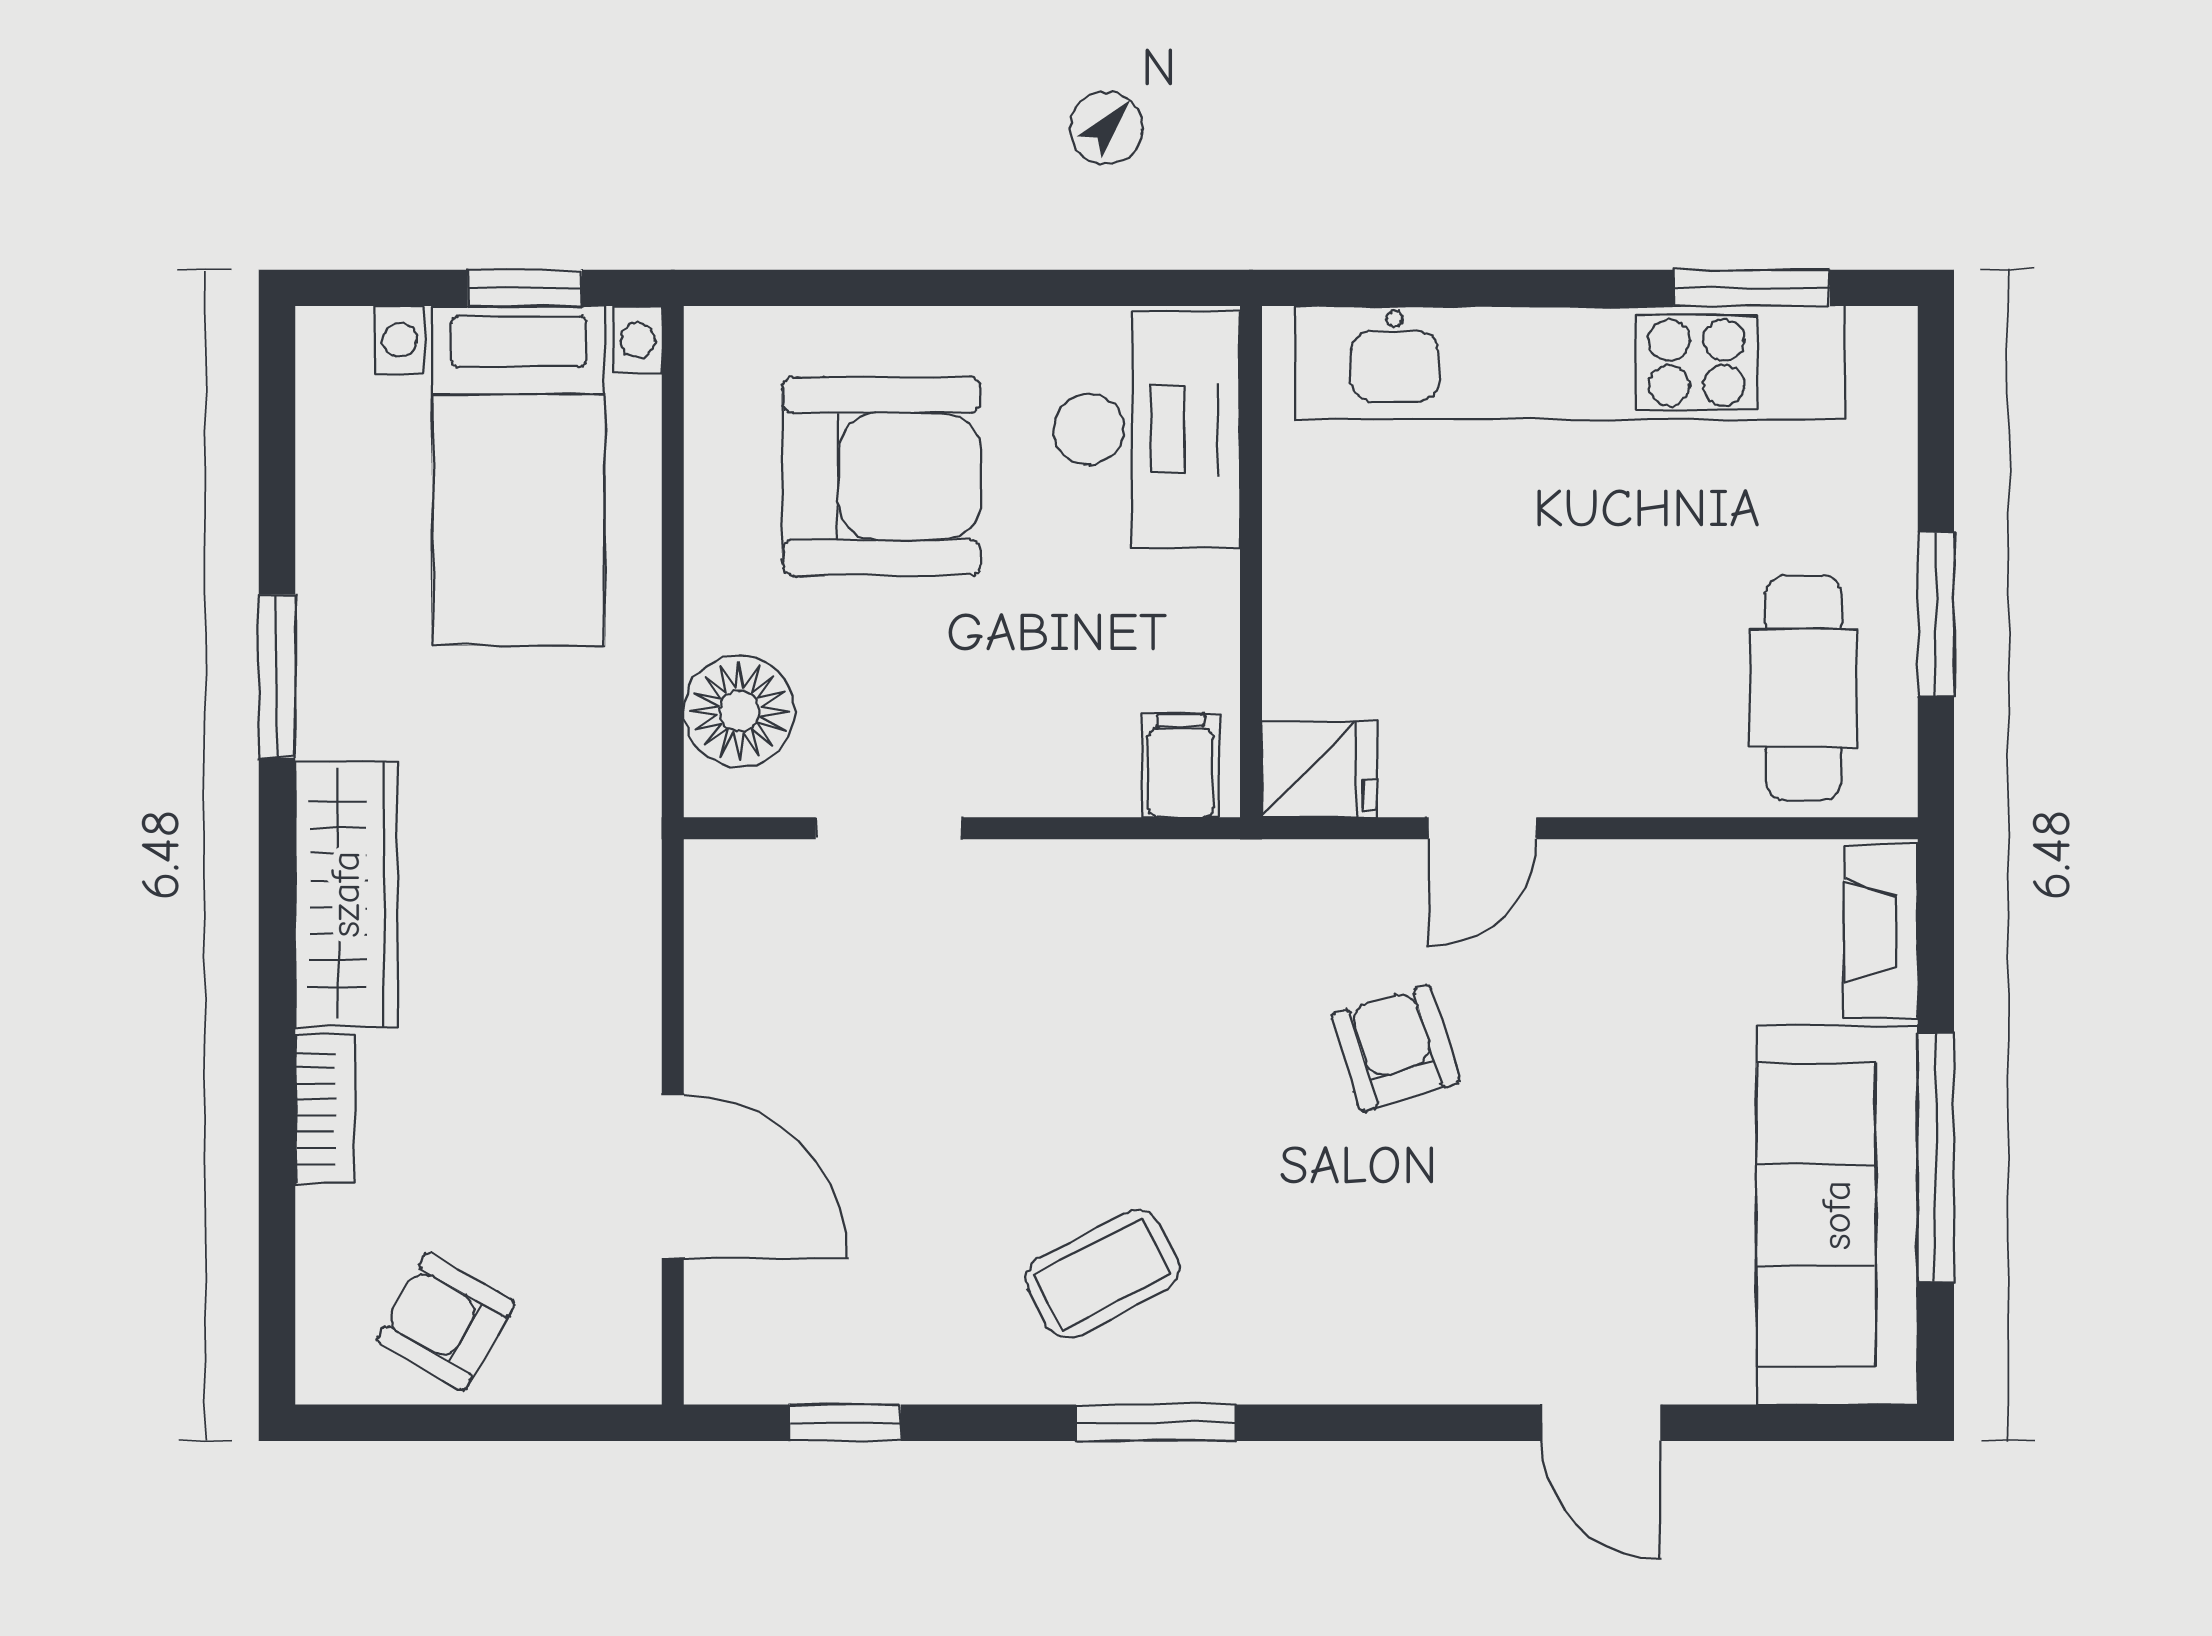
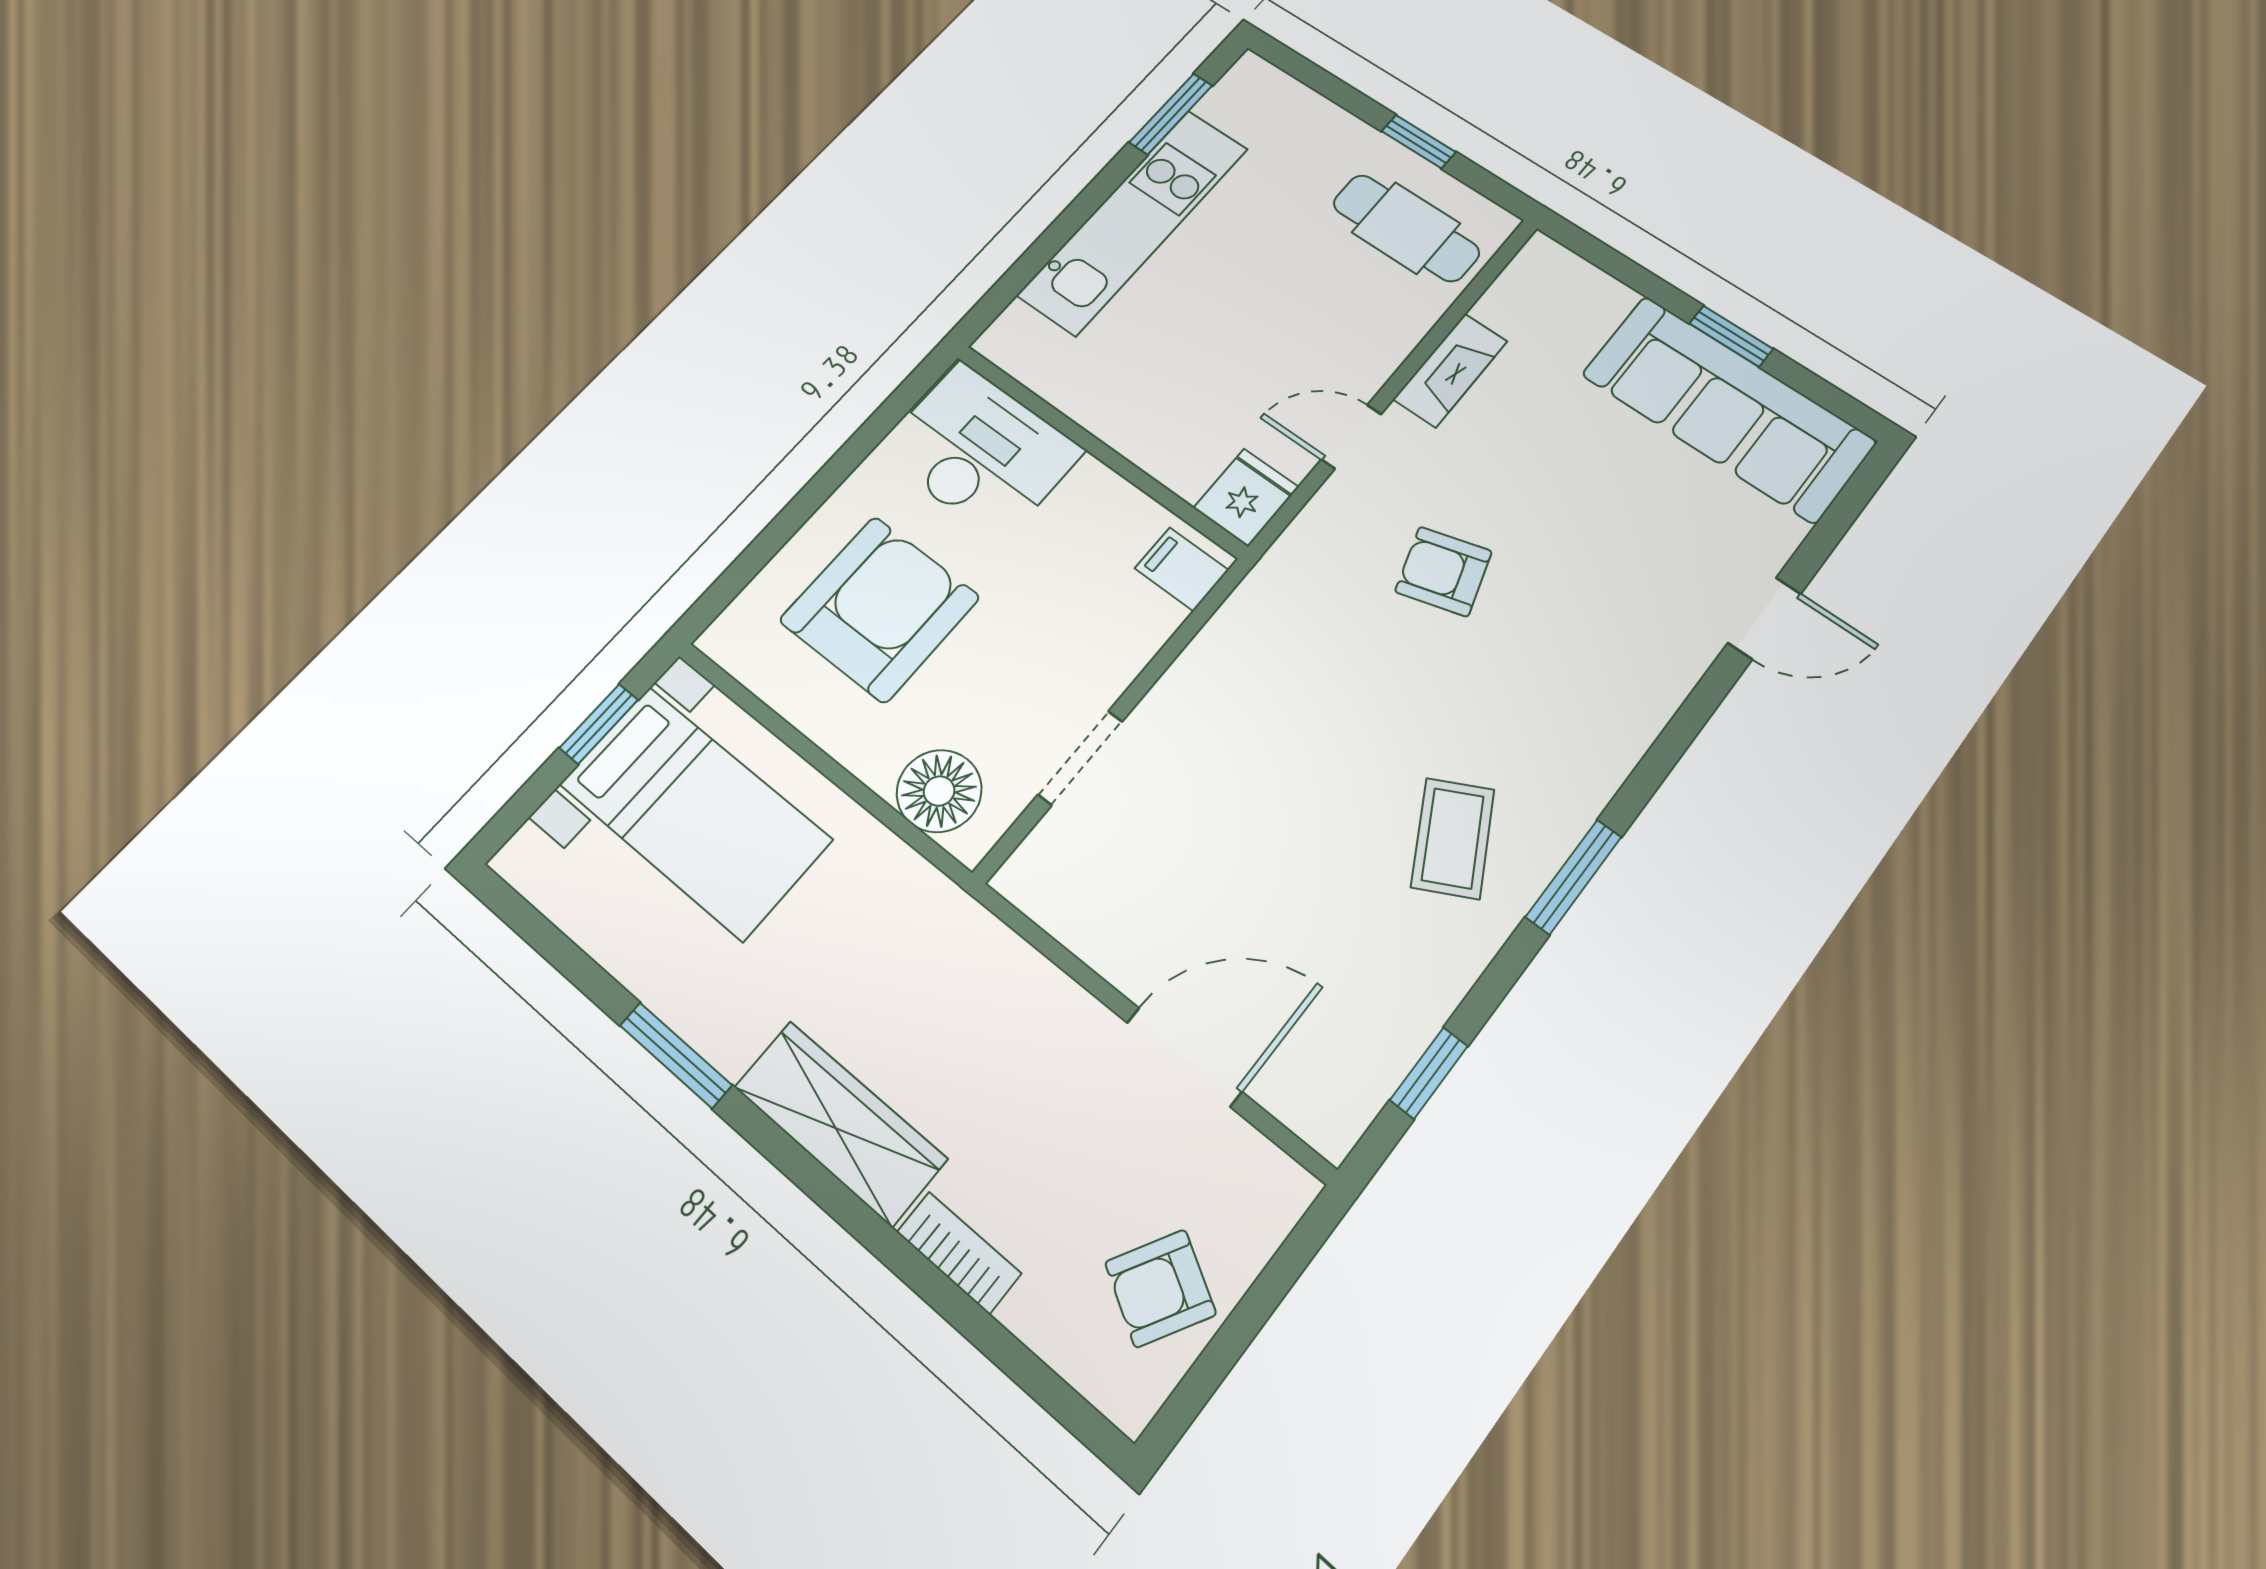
kitchen unit: (1570, 363) -> (1133, 221), width x0.73
window: (1936, 614) -> (1419, 142), width x0.67
door: (1483, 828) -> (1351, 437), swing flipped
fireplace: (1881, 931) -> (1450, 370), moved, turned -90
window: (1936, 1157) -> (1731, 336), width x0.46

